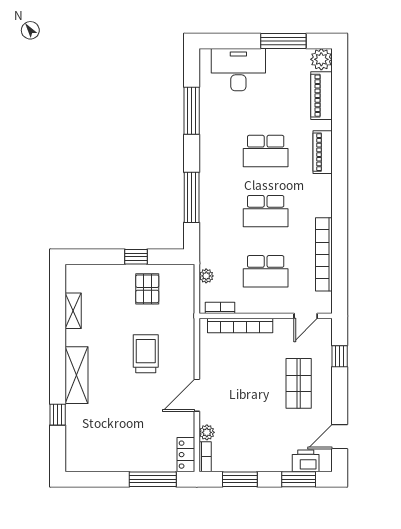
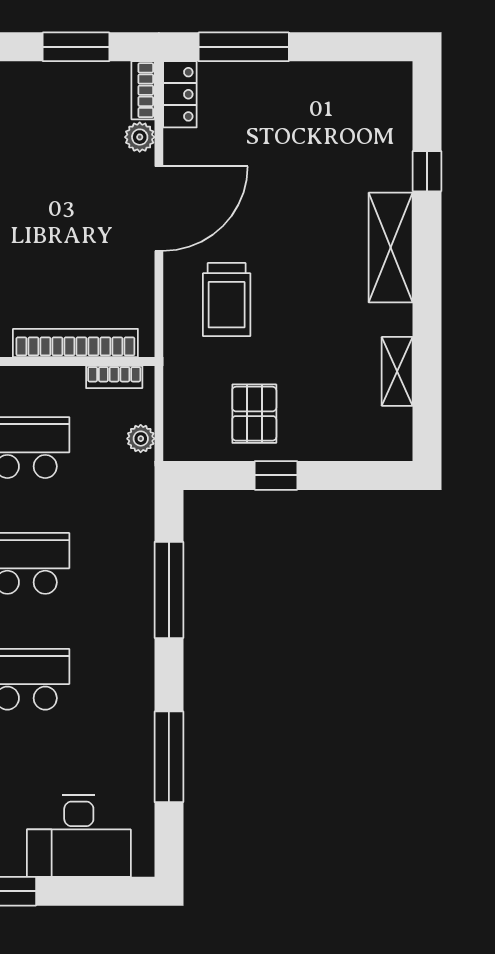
trolley: (146, 354) -> (227, 300), moved
door: (197, 395) -> (159, 209), width x1.36

